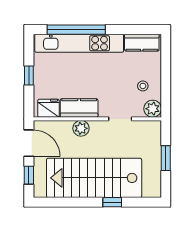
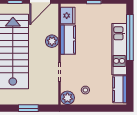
kitchen unit: (79, 43) -> (119, 49), width x0.73

